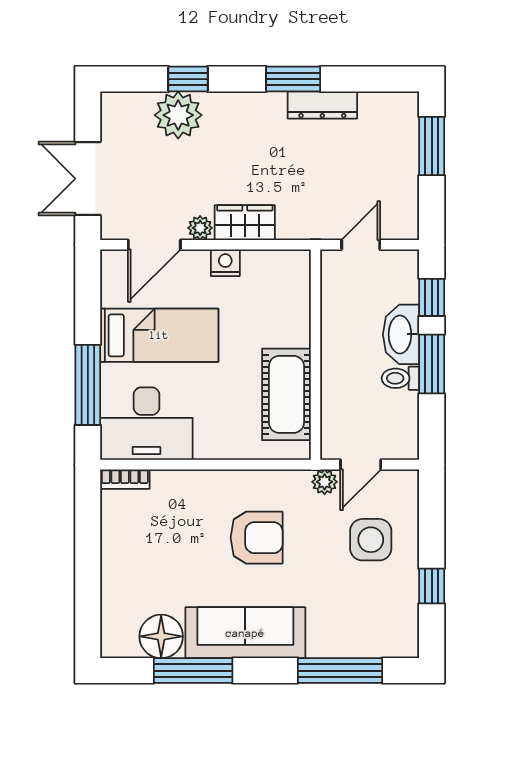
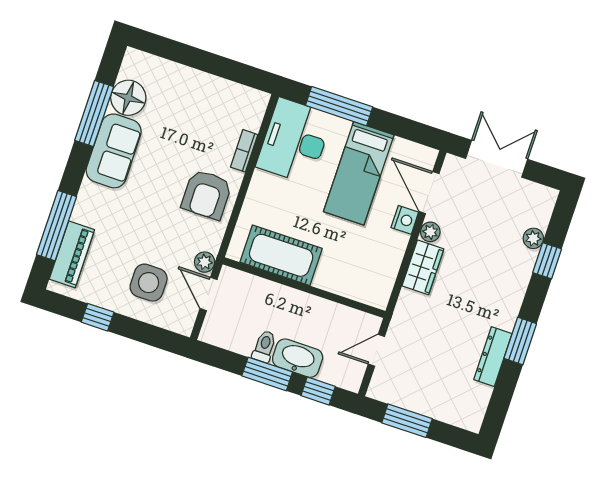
plant: (178, 115) -> (533, 238), width x0.53, depth x0.53
window: (432, 146) -> (407, 421), moved
door: (361, 245) -> (376, 350), swing flipped
nightstand: (225, 263) -> (405, 220), moved
bookcase: (125, 479) -> (244, 151), moved
armchair: (257, 538) -> (207, 195), moved
sofa: (245, 633) -> (114, 151), width x0.73
piano: (368, 641) -> (72, 254), added

